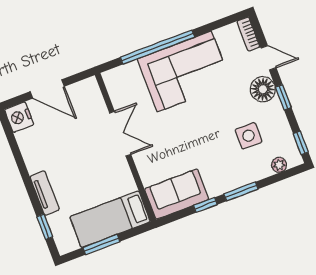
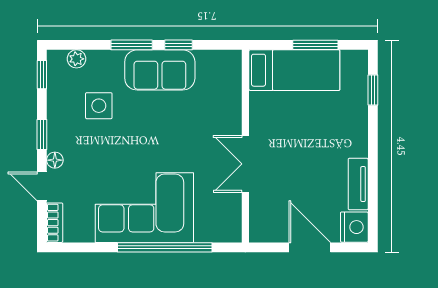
floor lamp: (263, 89) -> (55, 160), width x0.53, depth x0.53
tv unit: (45, 193) -> (358, 184), moved
sofa: (177, 194) -> (160, 70), moved

